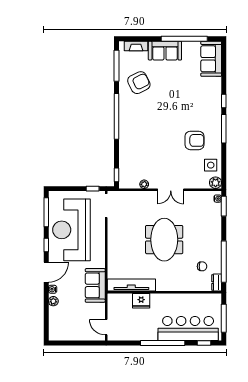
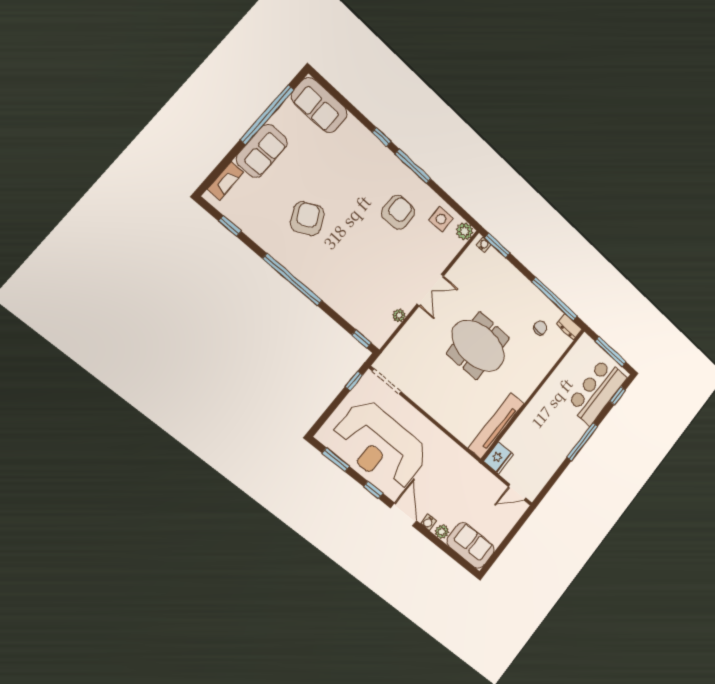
window: (117, 66) -> (230, 226), width x0.46
armchair: (139, 83) -> (307, 219), moved
window: (46, 212) -> (336, 460), width x0.69
sofa: (95, 285) -> (471, 545), moved, turned 180
fridge: (141, 301) -> (499, 458), moved
bar counter: (188, 329) -> (597, 392), width x0.73
window: (163, 343) -> (582, 442), width x0.68

